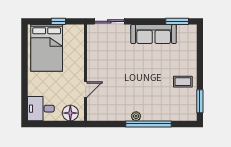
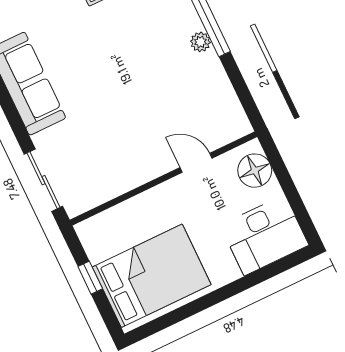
desk: (41, 109) -> (264, 235), width x1.37

